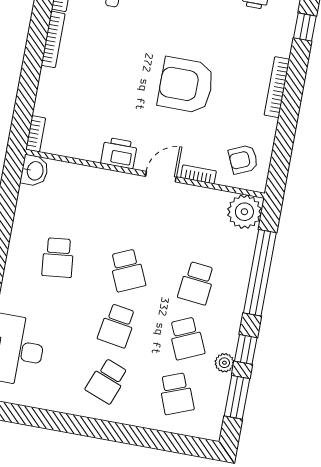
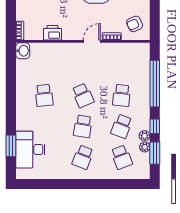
printer: (119, 153) -> (52, 33), moved
plant: (244, 212) -> (145, 147), moved, width x0.53, depth x0.53
school desk: (186, 338) -> (122, 126), turned 45

